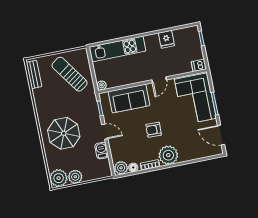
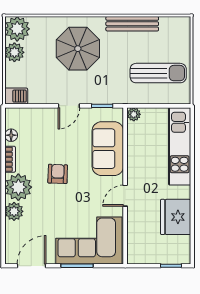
fridge: (166, 39) -> (176, 217), width x1.88, depth x1.34
dishwasher: (199, 65) -> (134, 255), removed
bench: (34, 74) -> (132, 24), moved, width x1.36
sun lounger: (70, 74) -> (158, 73), turned 35
door: (159, 80) -> (125, 196), hinge flipped
barbecue: (102, 151) -> (16, 96), moved
plant: (121, 168) -> (14, 211), moved

